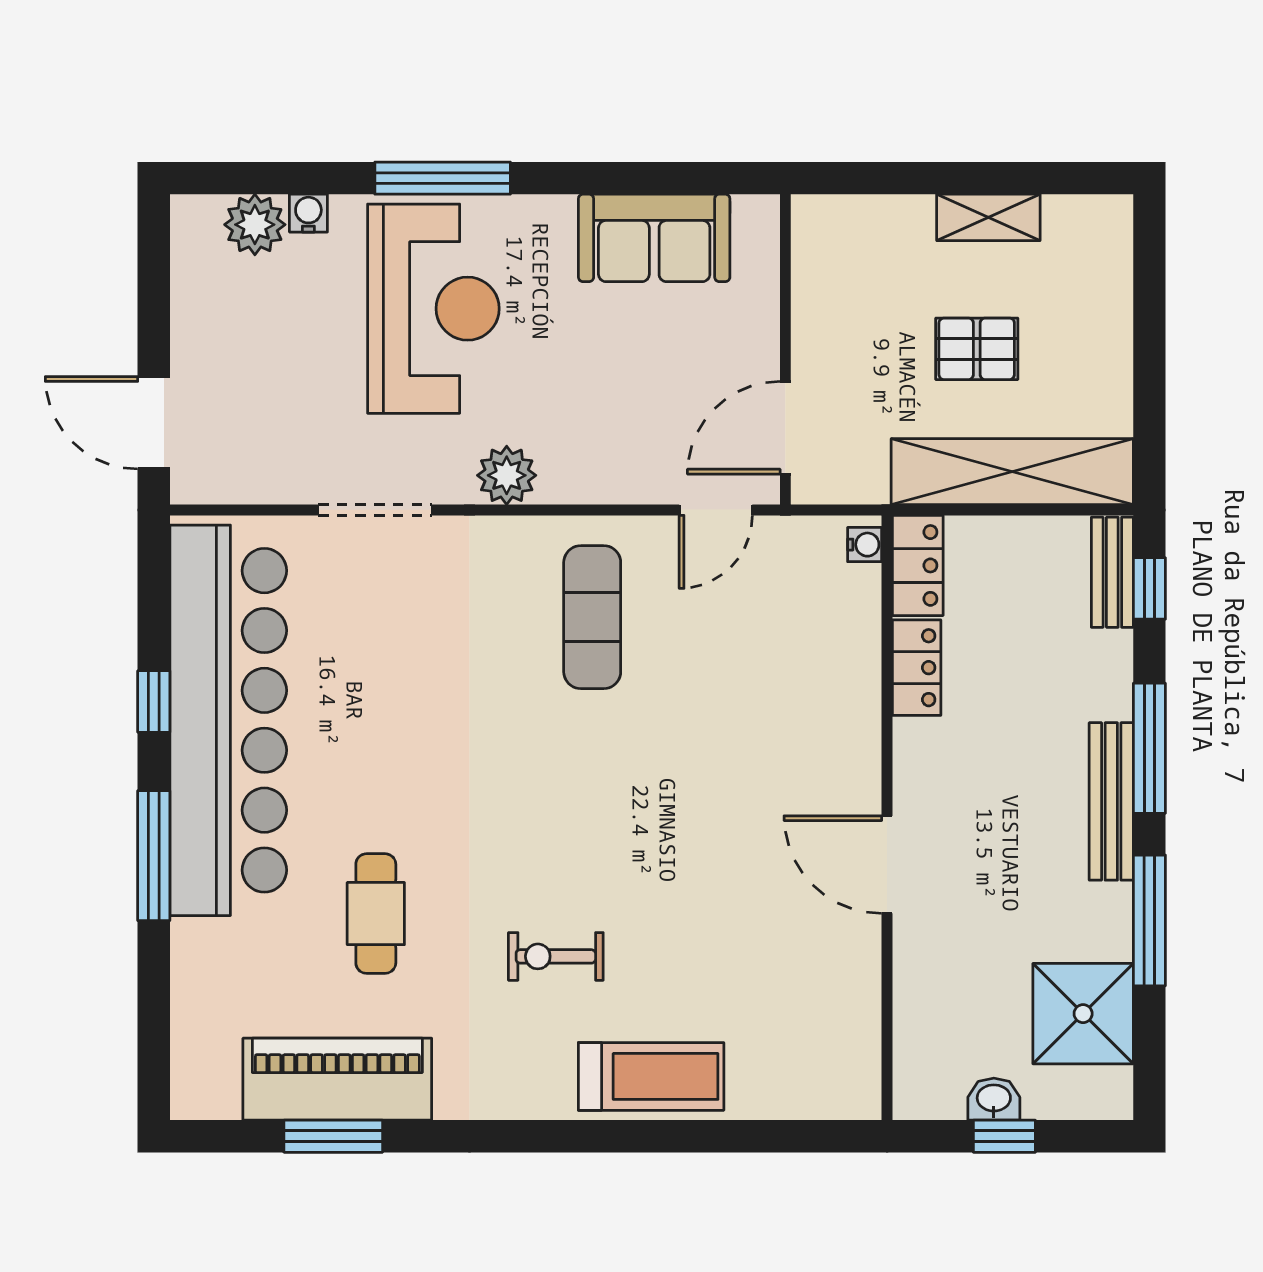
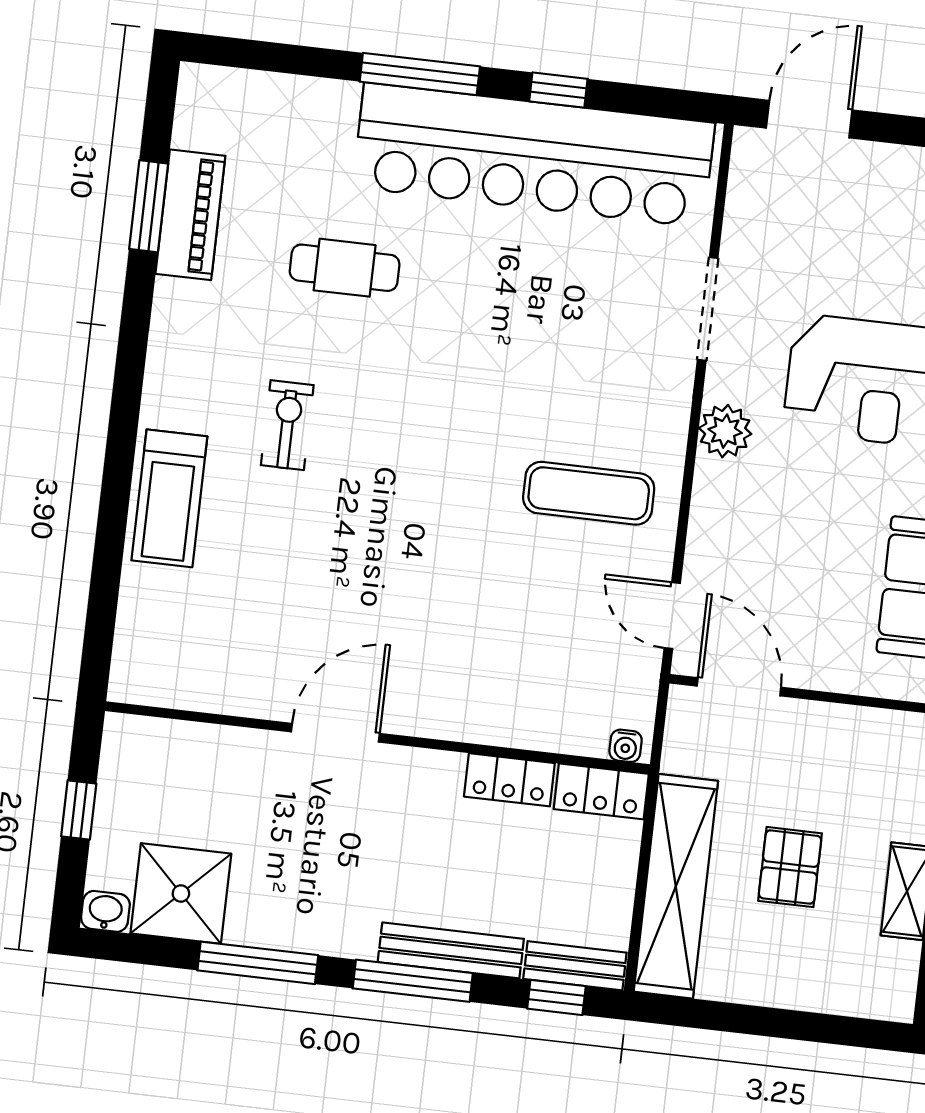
bench: (1111, 801) -> (451, 950), moved
piano: (337, 1079) -> (190, 215), width x0.73, depth x0.75
washbasin: (994, 1099) -> (105, 911), moved, turned -90

